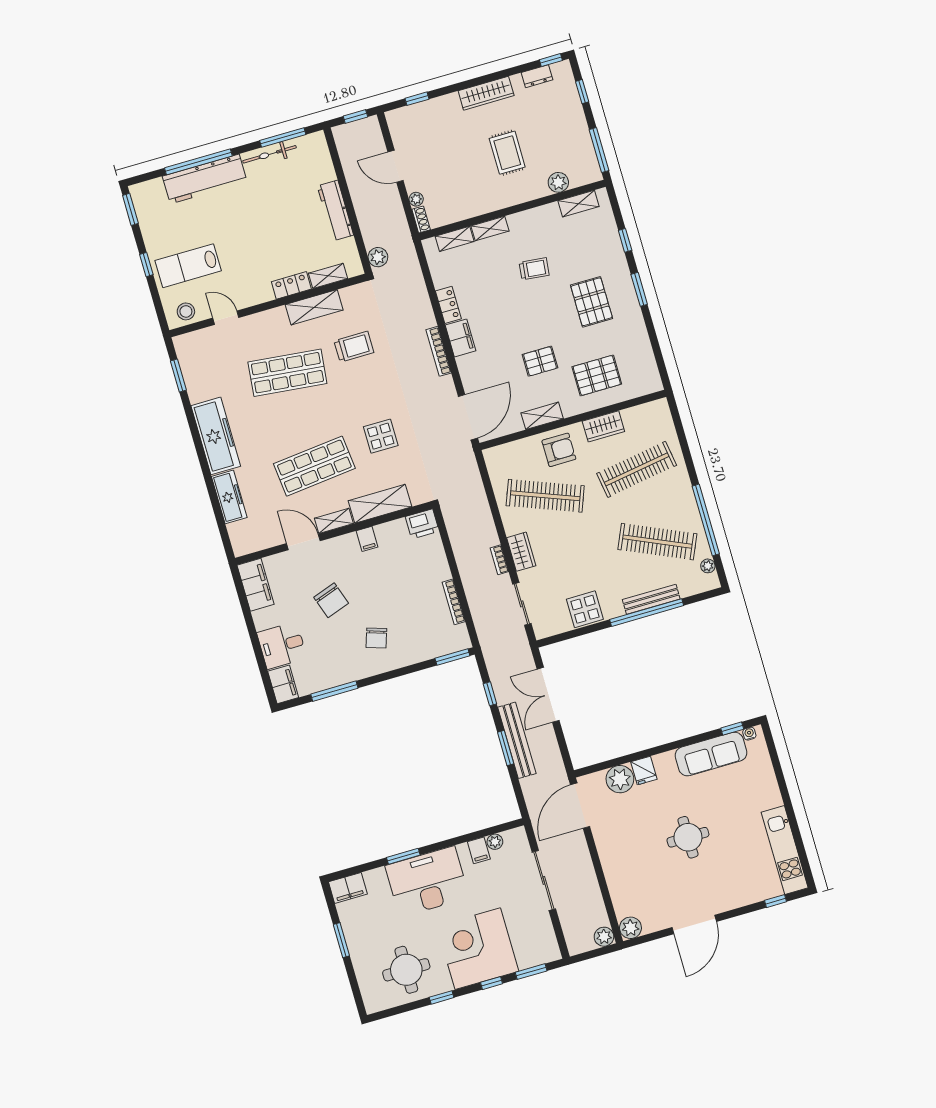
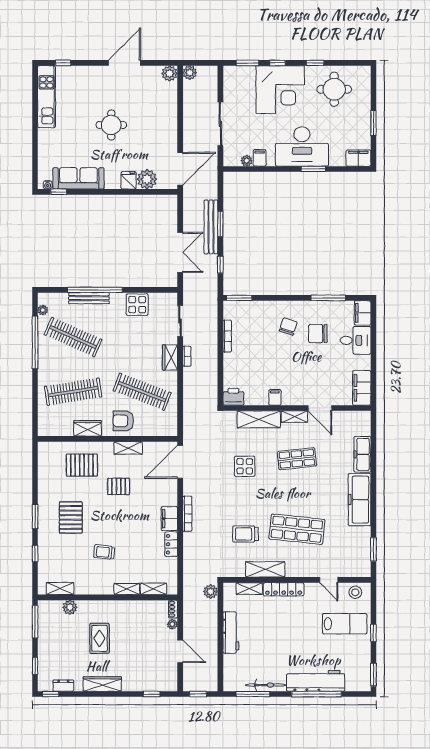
locker: (291, 285) -> (284, 589), width x1.53
shop shelf: (314, 466) -> (297, 459), width x0.70, depth x0.74
chair: (331, 600) -> (318, 334), moved, turned -71

